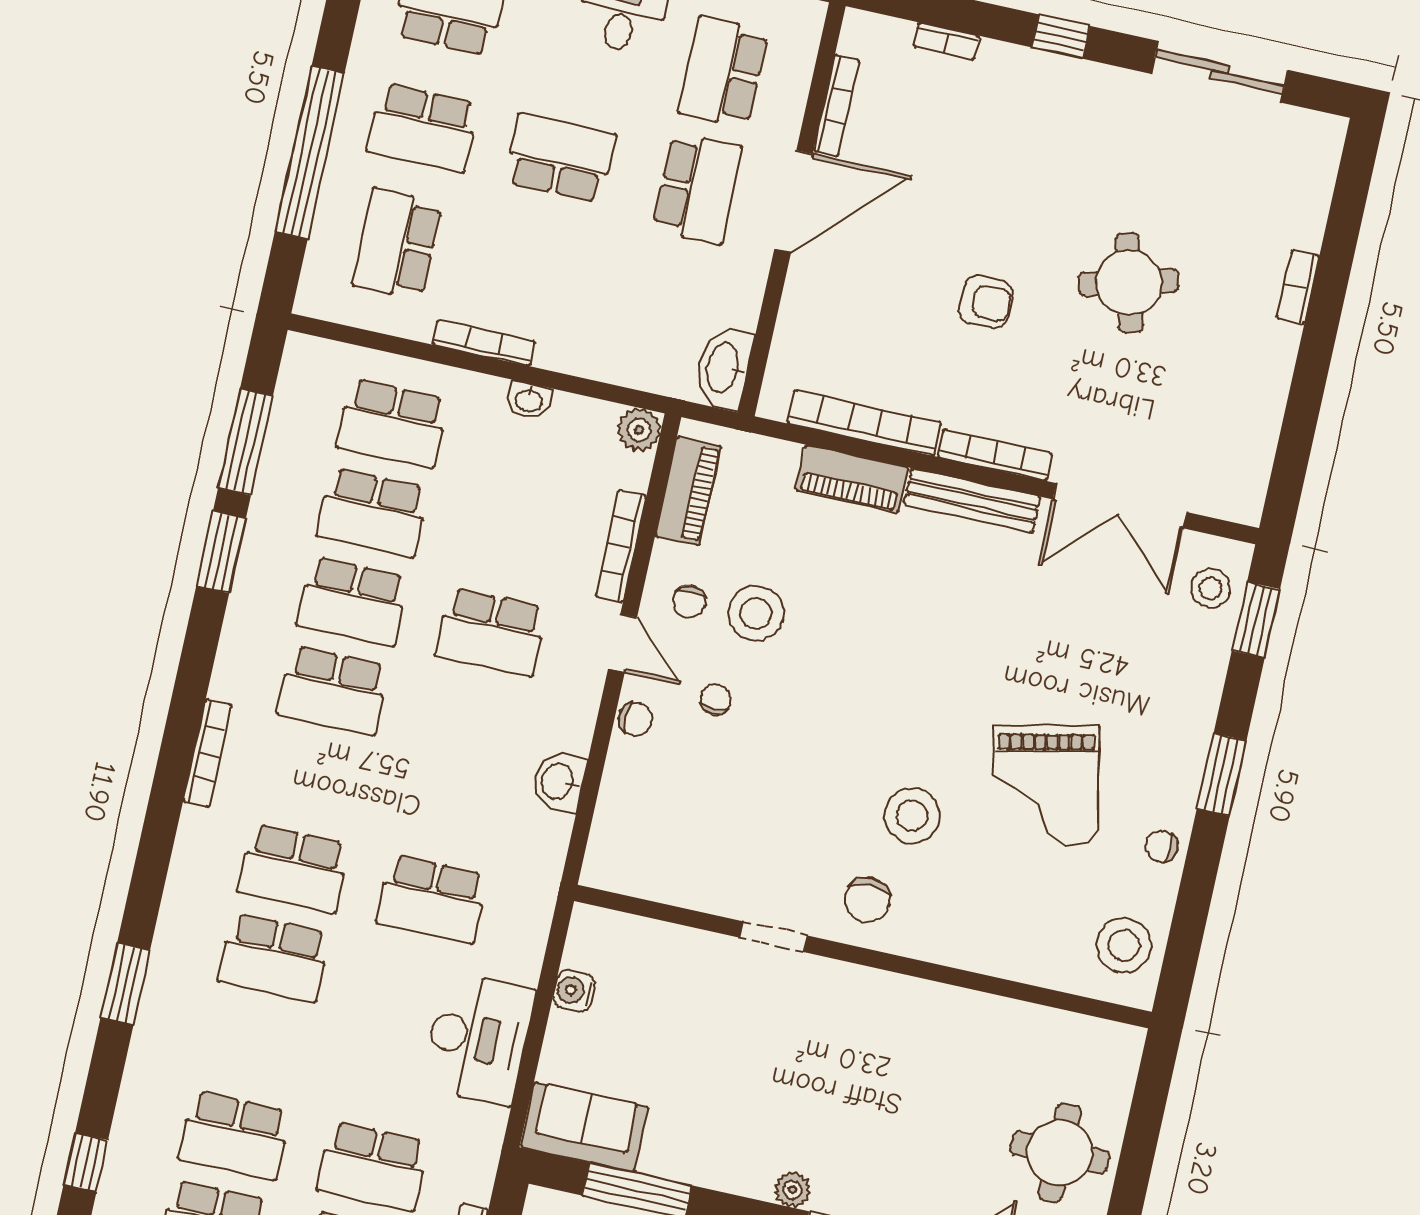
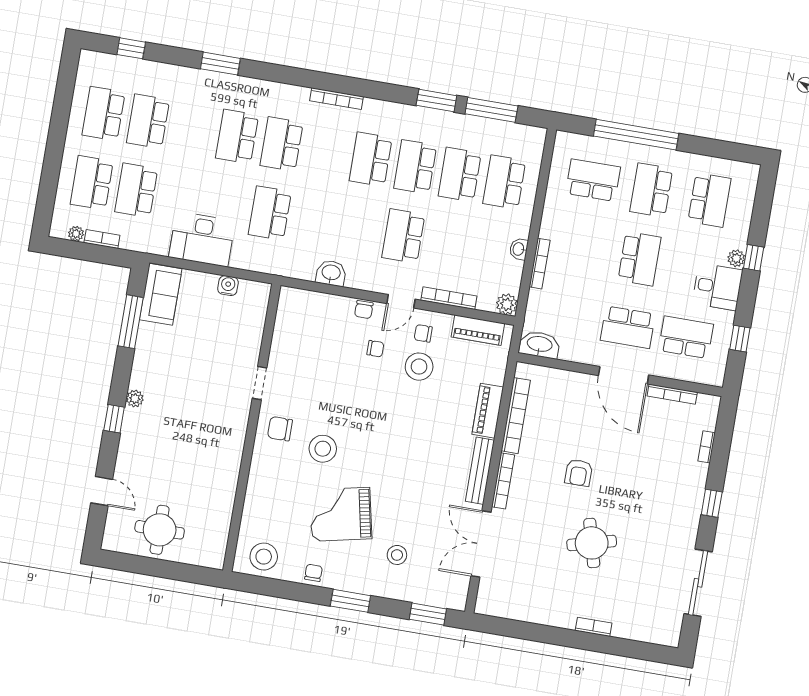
bookcase: (484, 343) -> (540, 264), moved
stool: (1211, 588) -> (397, 555), moved

